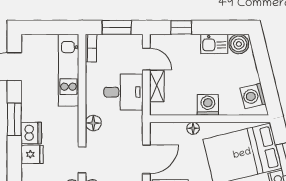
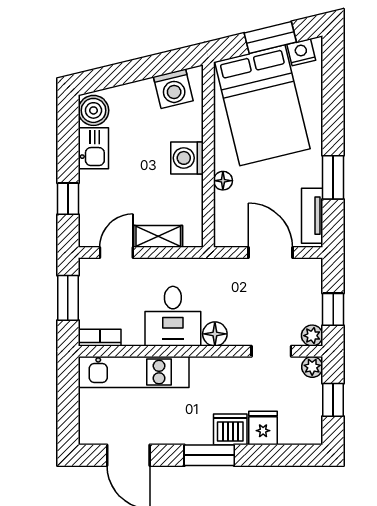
desk: (123, 92) -> (173, 316), moved, turned 180

